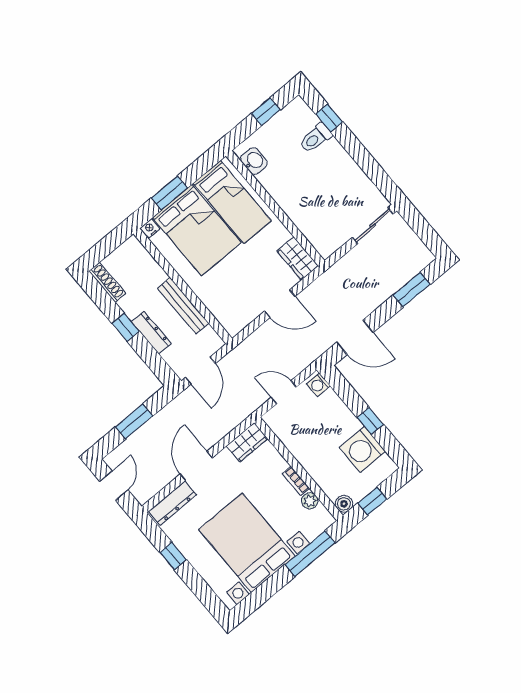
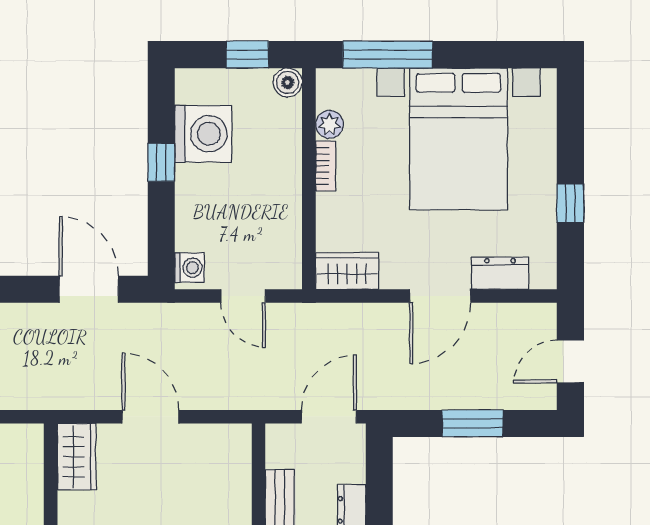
dresser: (173, 503) -> (500, 273), width x0.70

